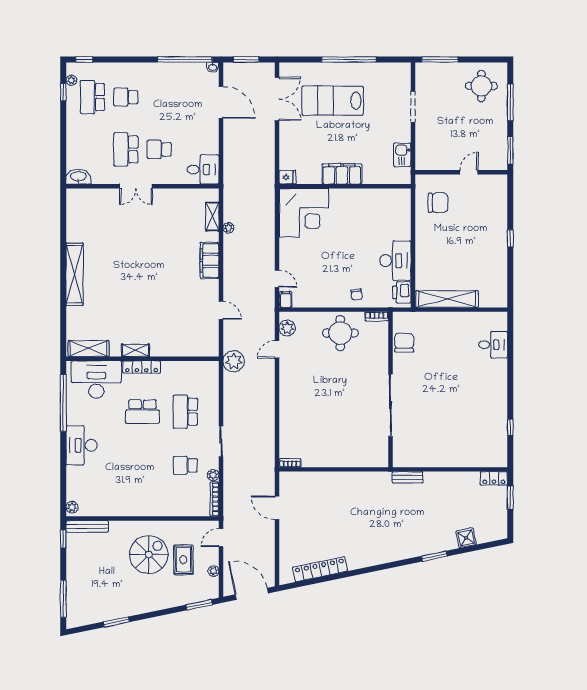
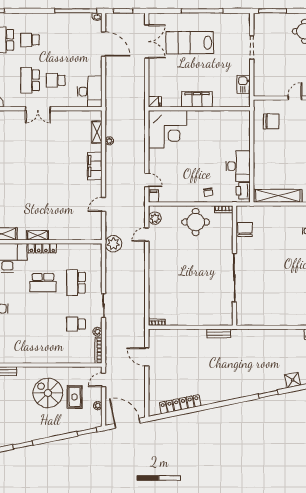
desk: (203, 169) -> (90, 92), width x1.37
door: (221, 310) -> (104, 204), swing flipped
bench: (408, 477) -> (219, 333), moved
spiral stairs: (149, 555) -> (48, 393), turned -90

